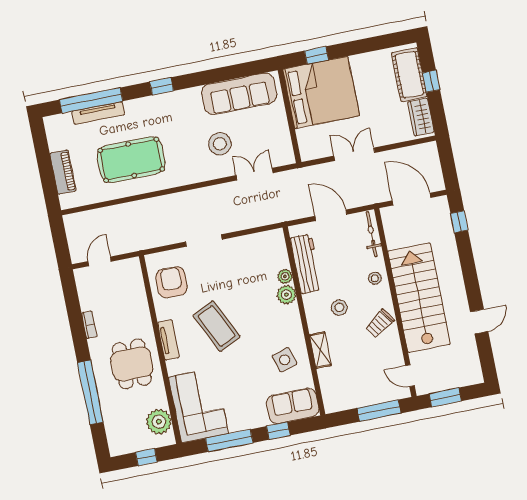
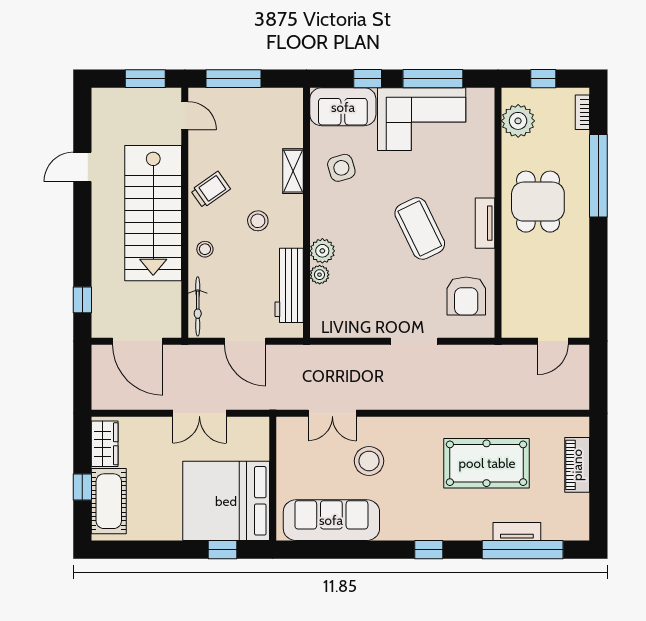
tv unit: (98, 113) -> (517, 531), width x0.71
bookcase: (89, 325) -> (582, 112), moved
corner sofa: (198, 405) -> (422, 119), moved, turned -90

